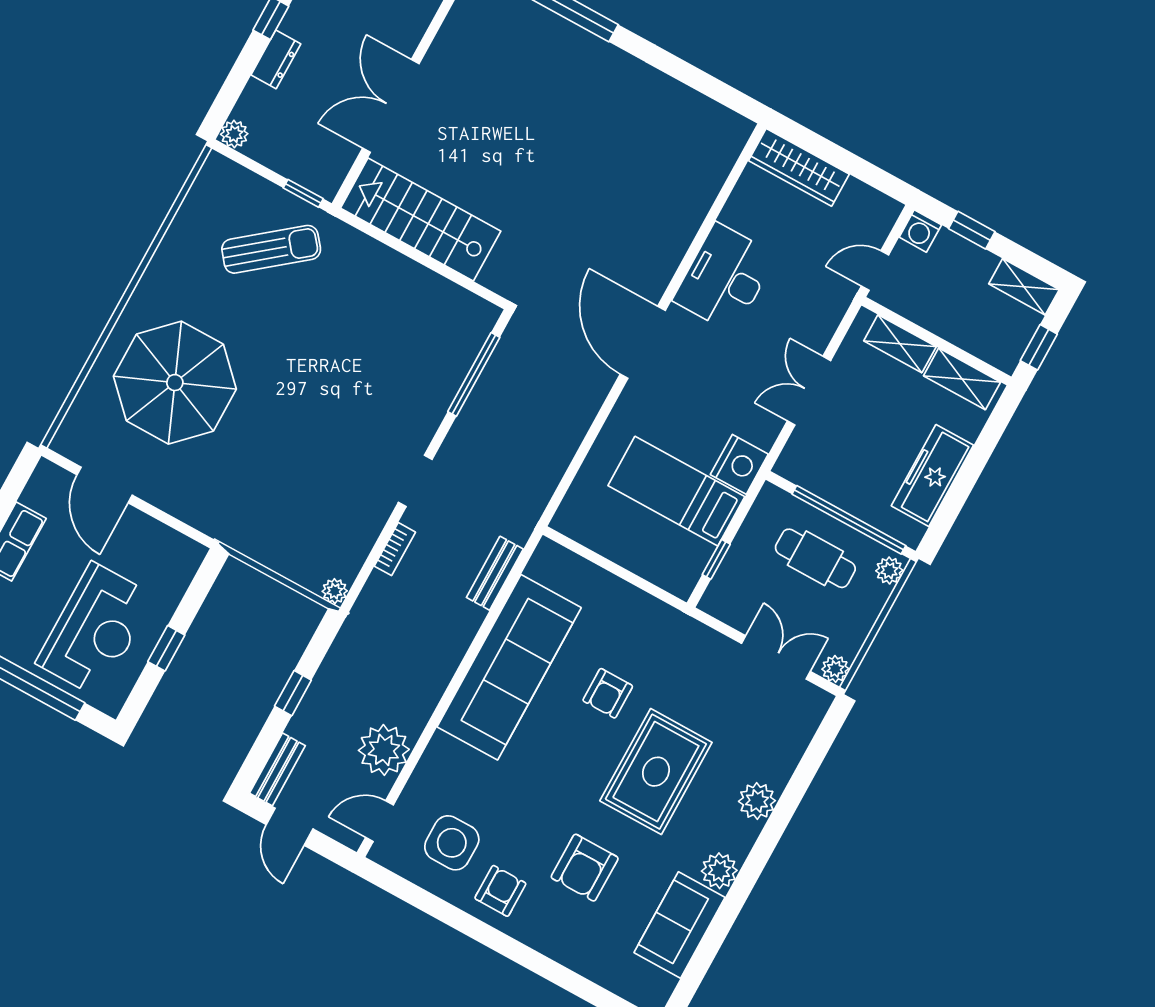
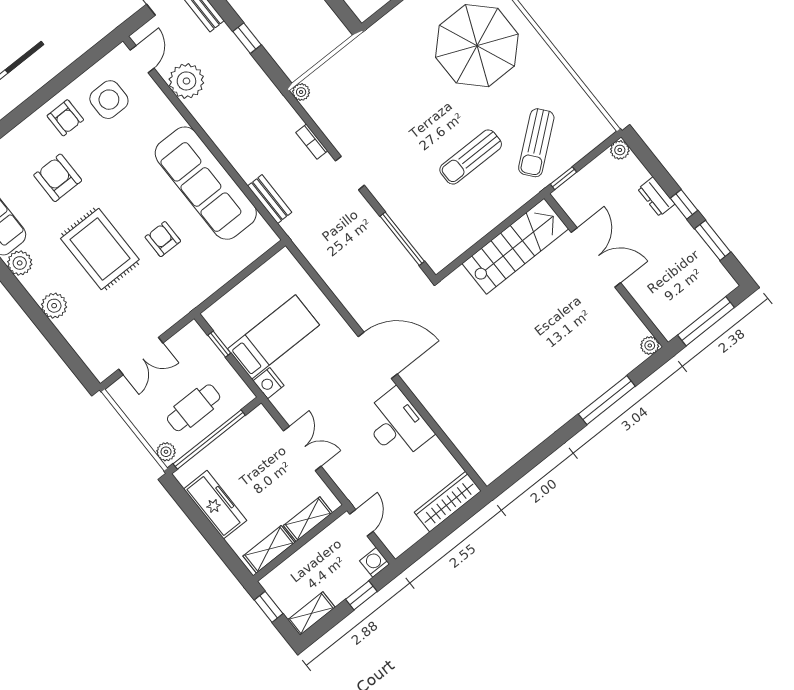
sun lounger: (327, 329) -> (471, 157), added
nightstand: (739, 464) -> (269, 383), width x0.74, depth x0.75
plant: (835, 669) -> (118, 391), removed

